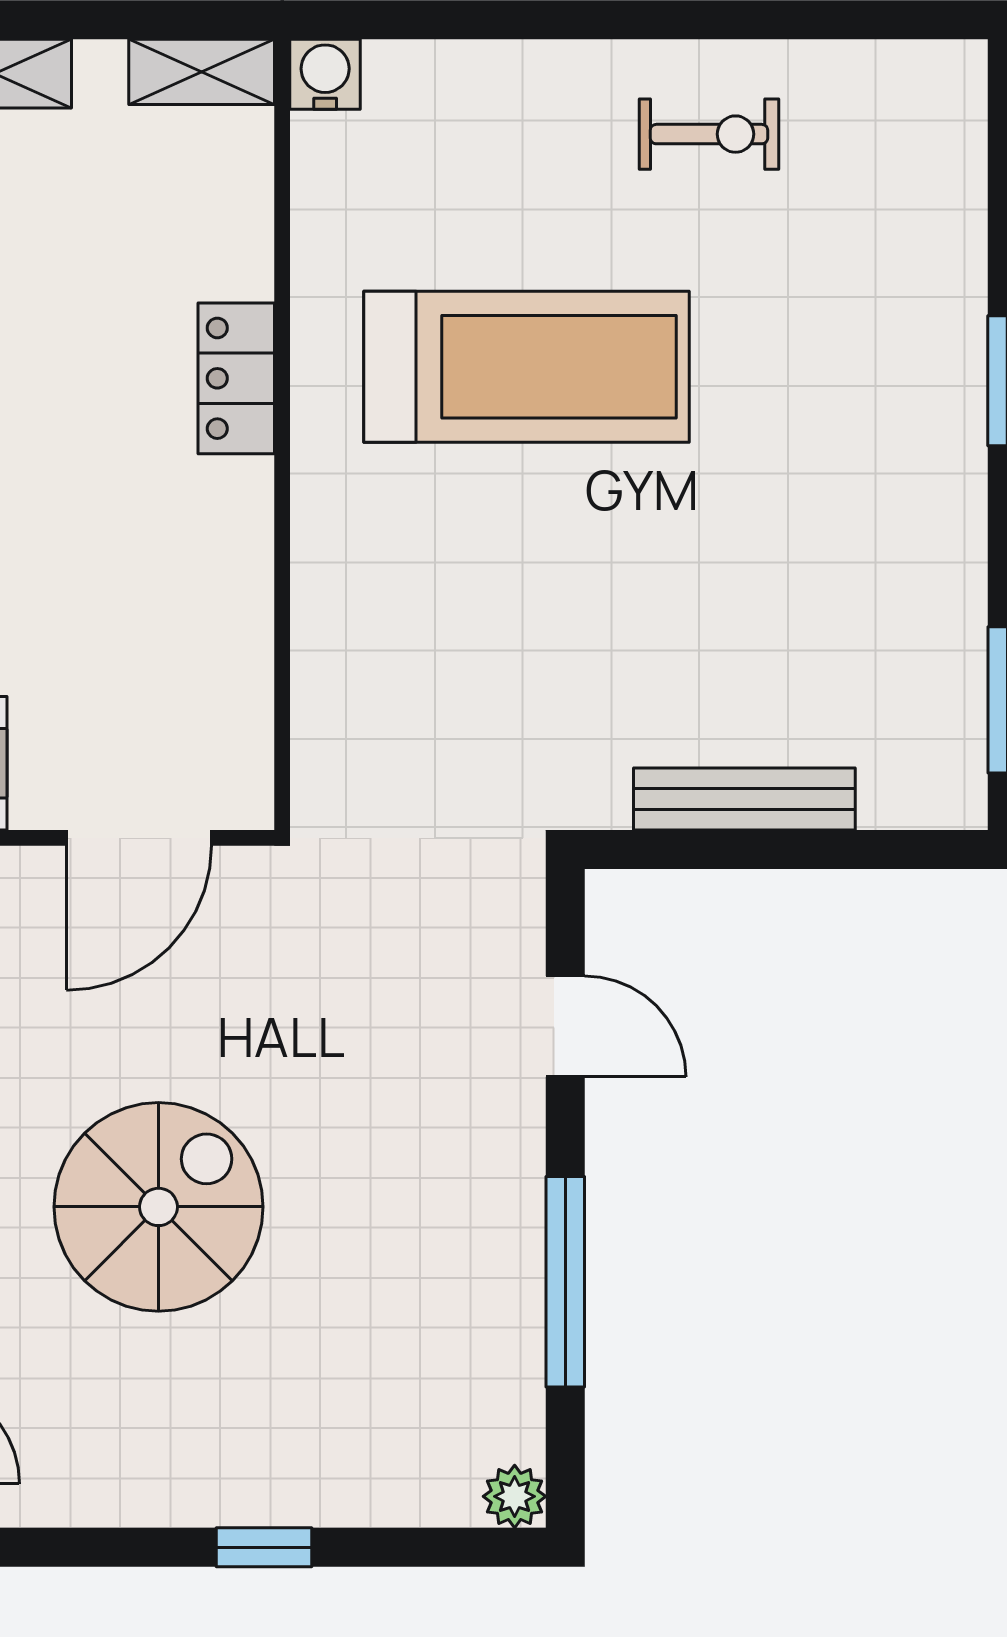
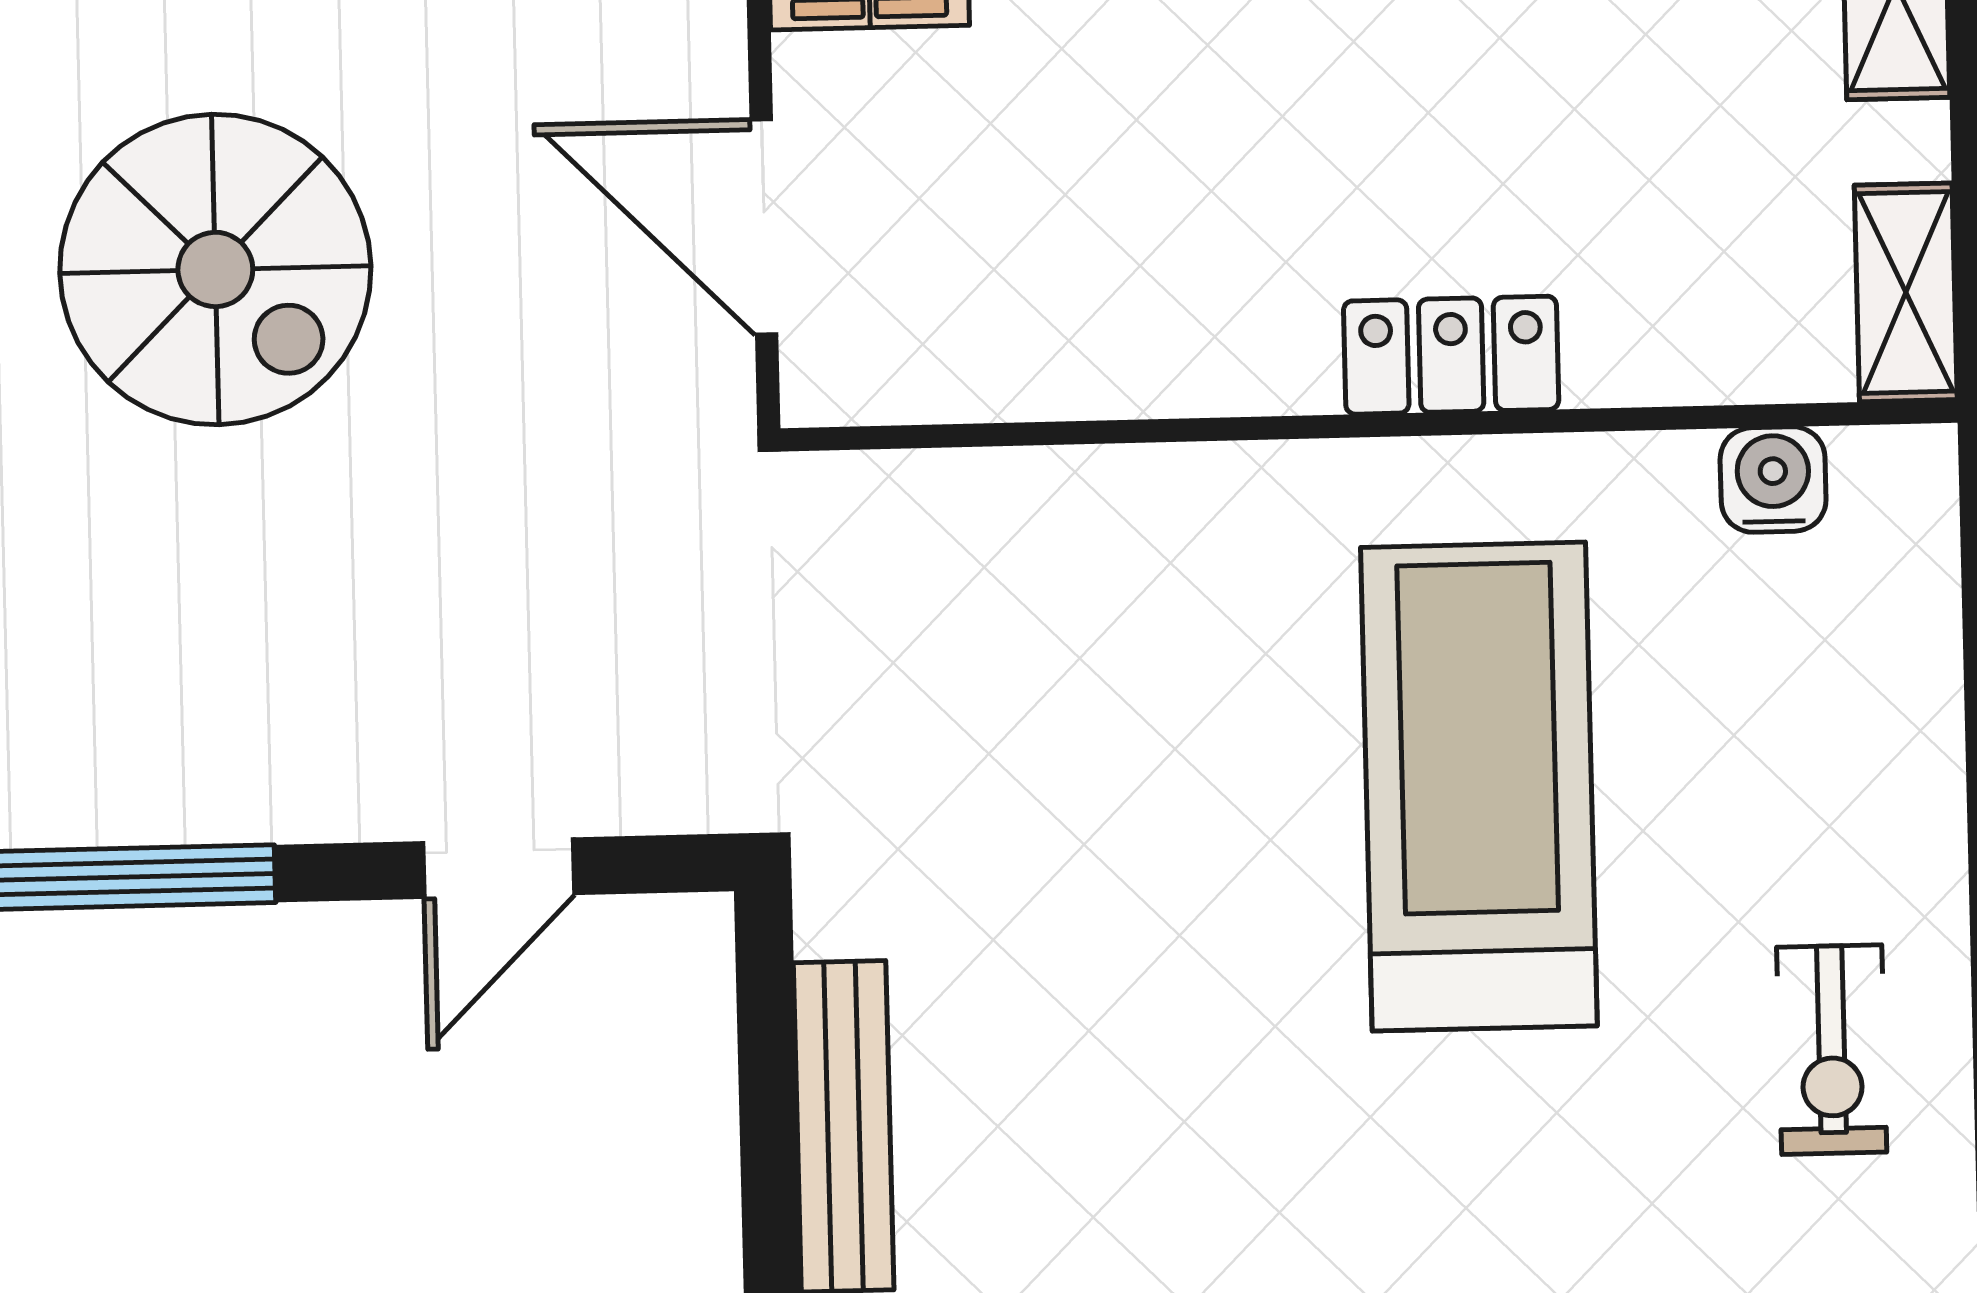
water cooler: (325, 74) -> (1773, 479), moved, turned -90
treadmill: (527, 367) -> (1479, 787), turned 180

